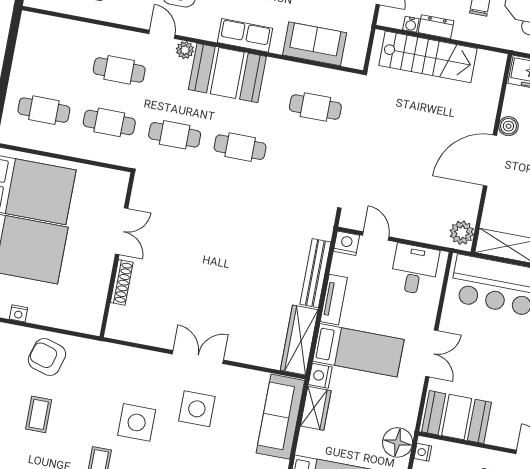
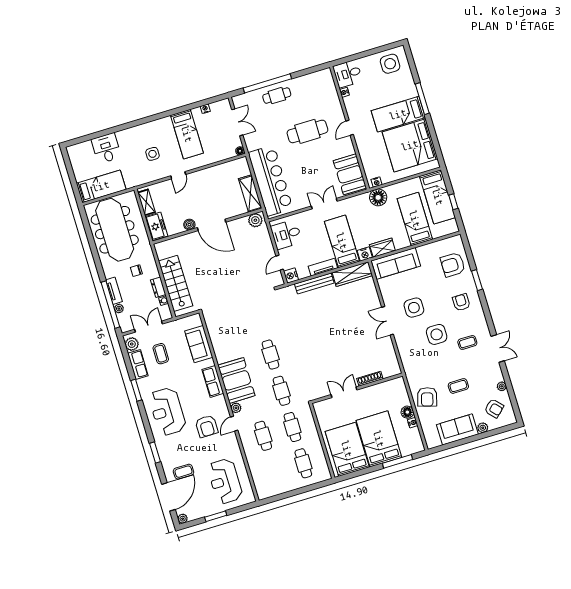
cafe table: (315, 107) -> (230, 327), removed
floor lamp: (39, 314) -> (407, 412), added

